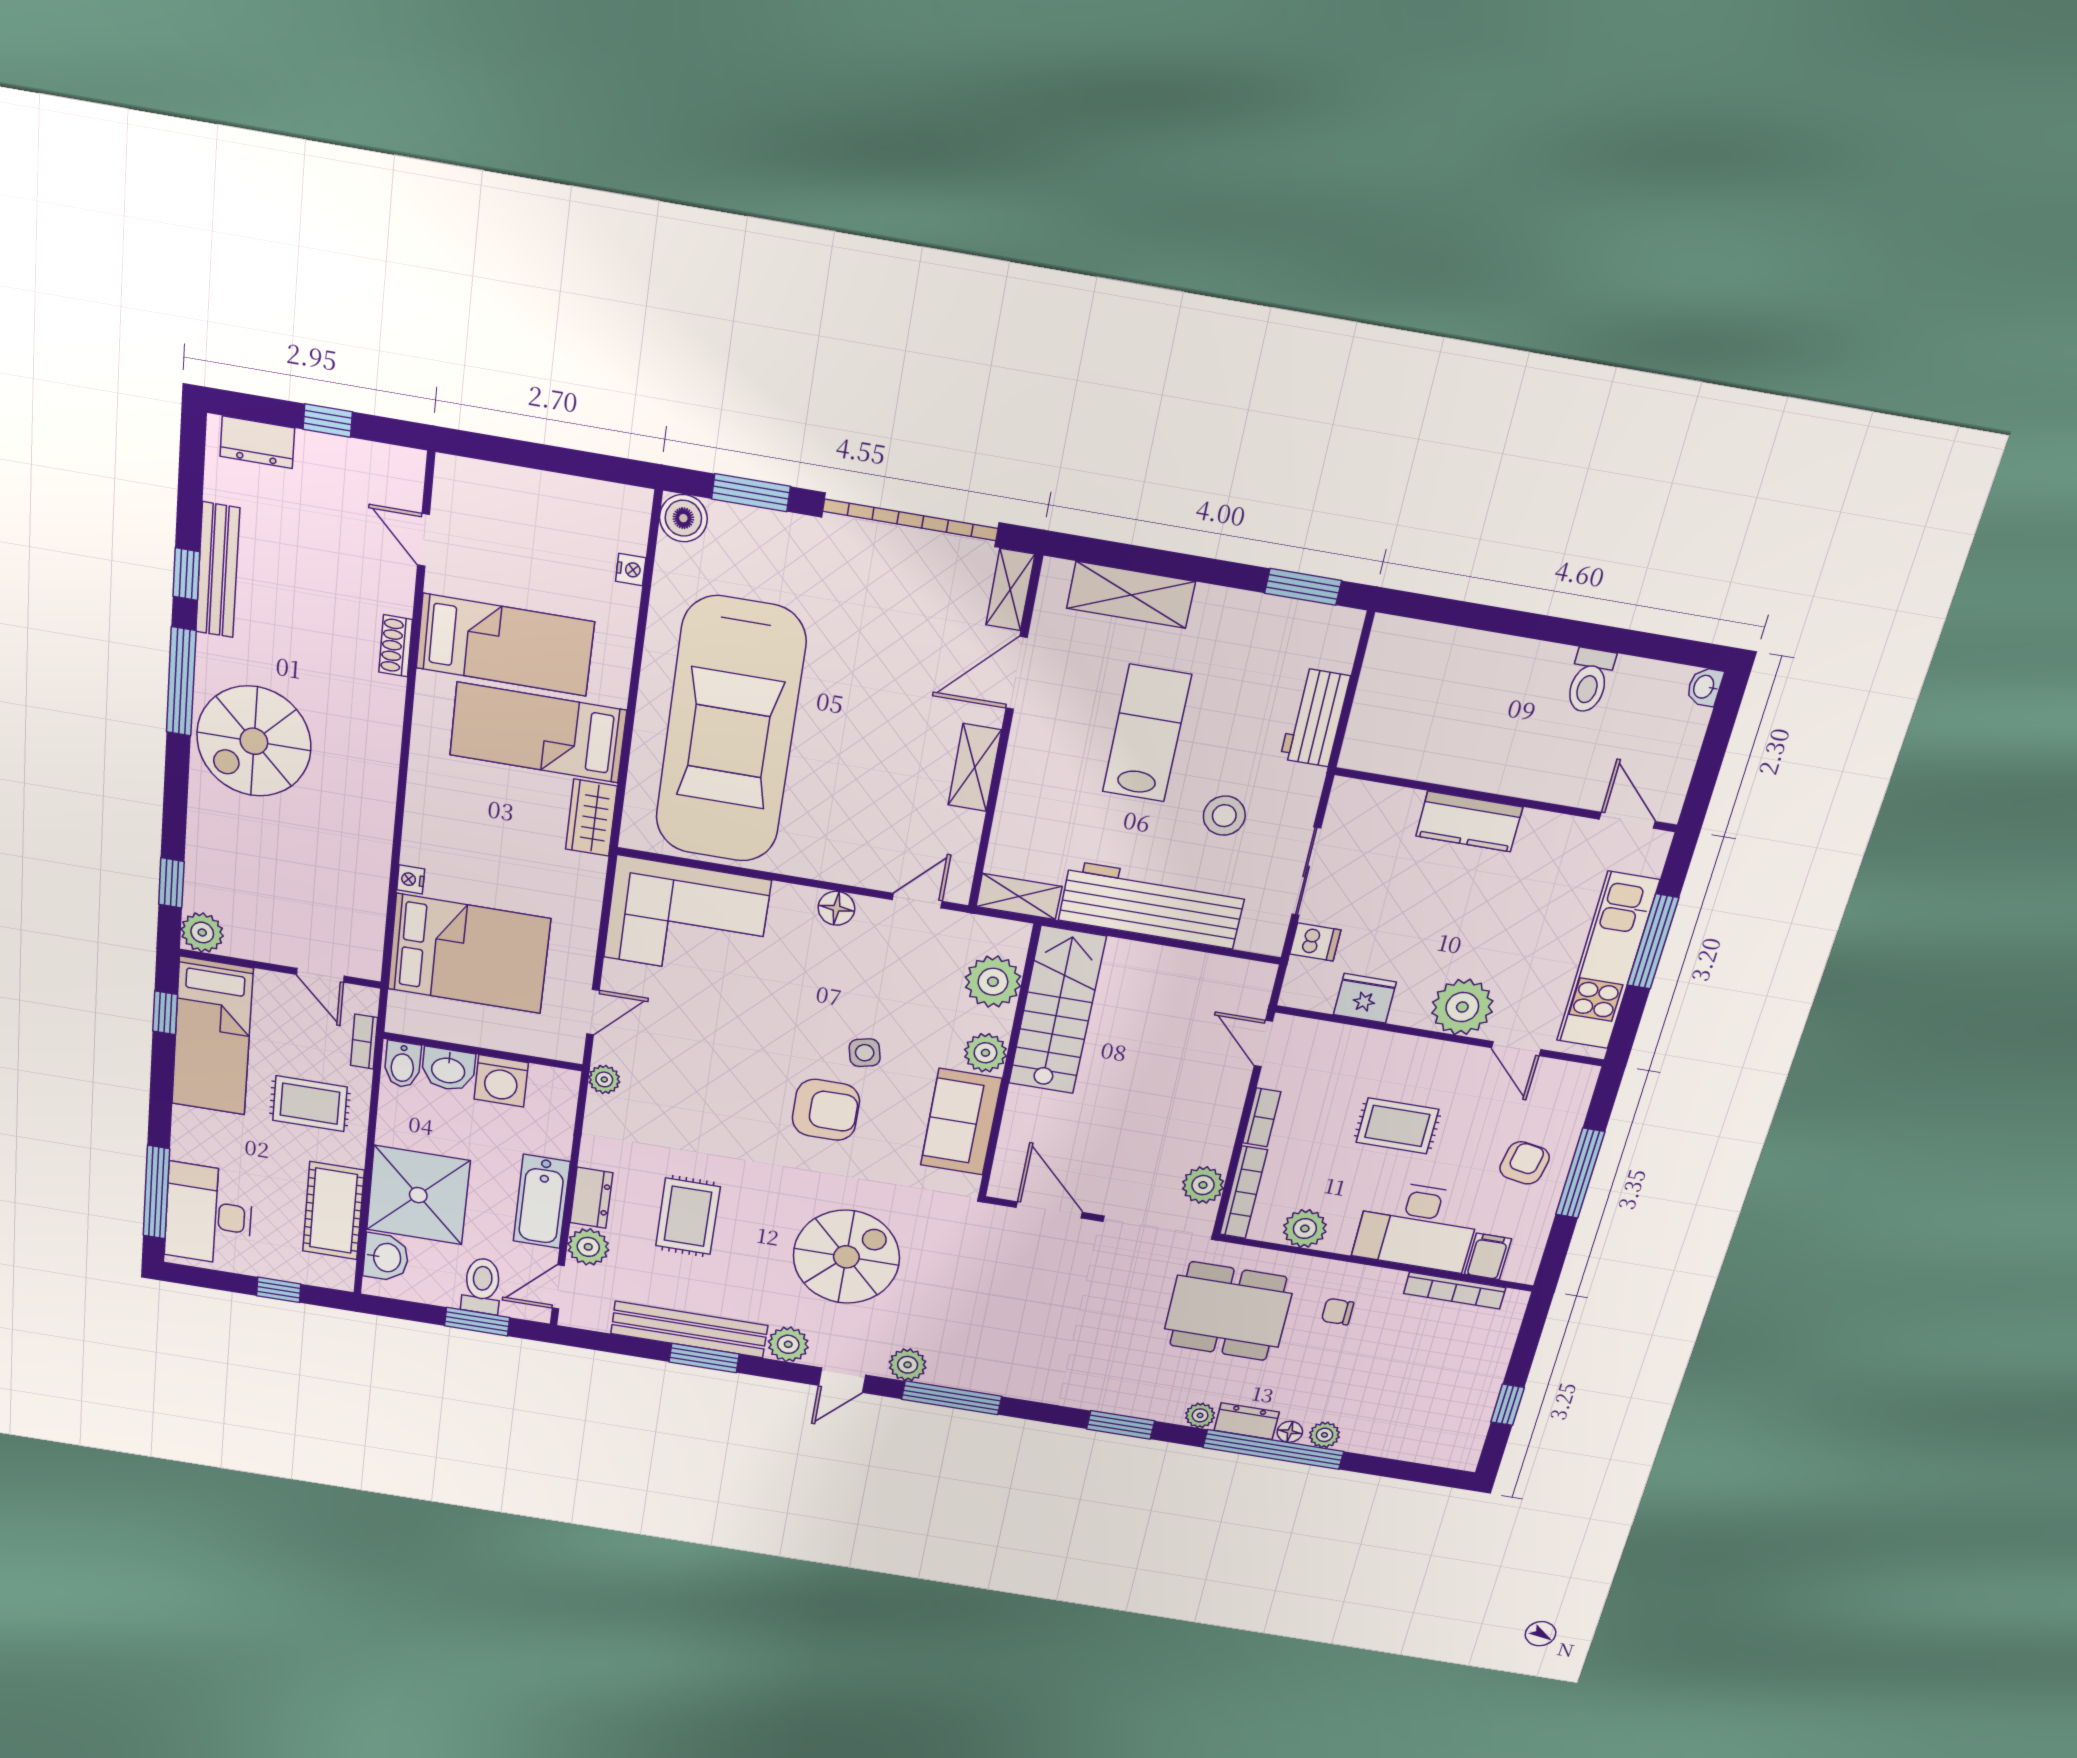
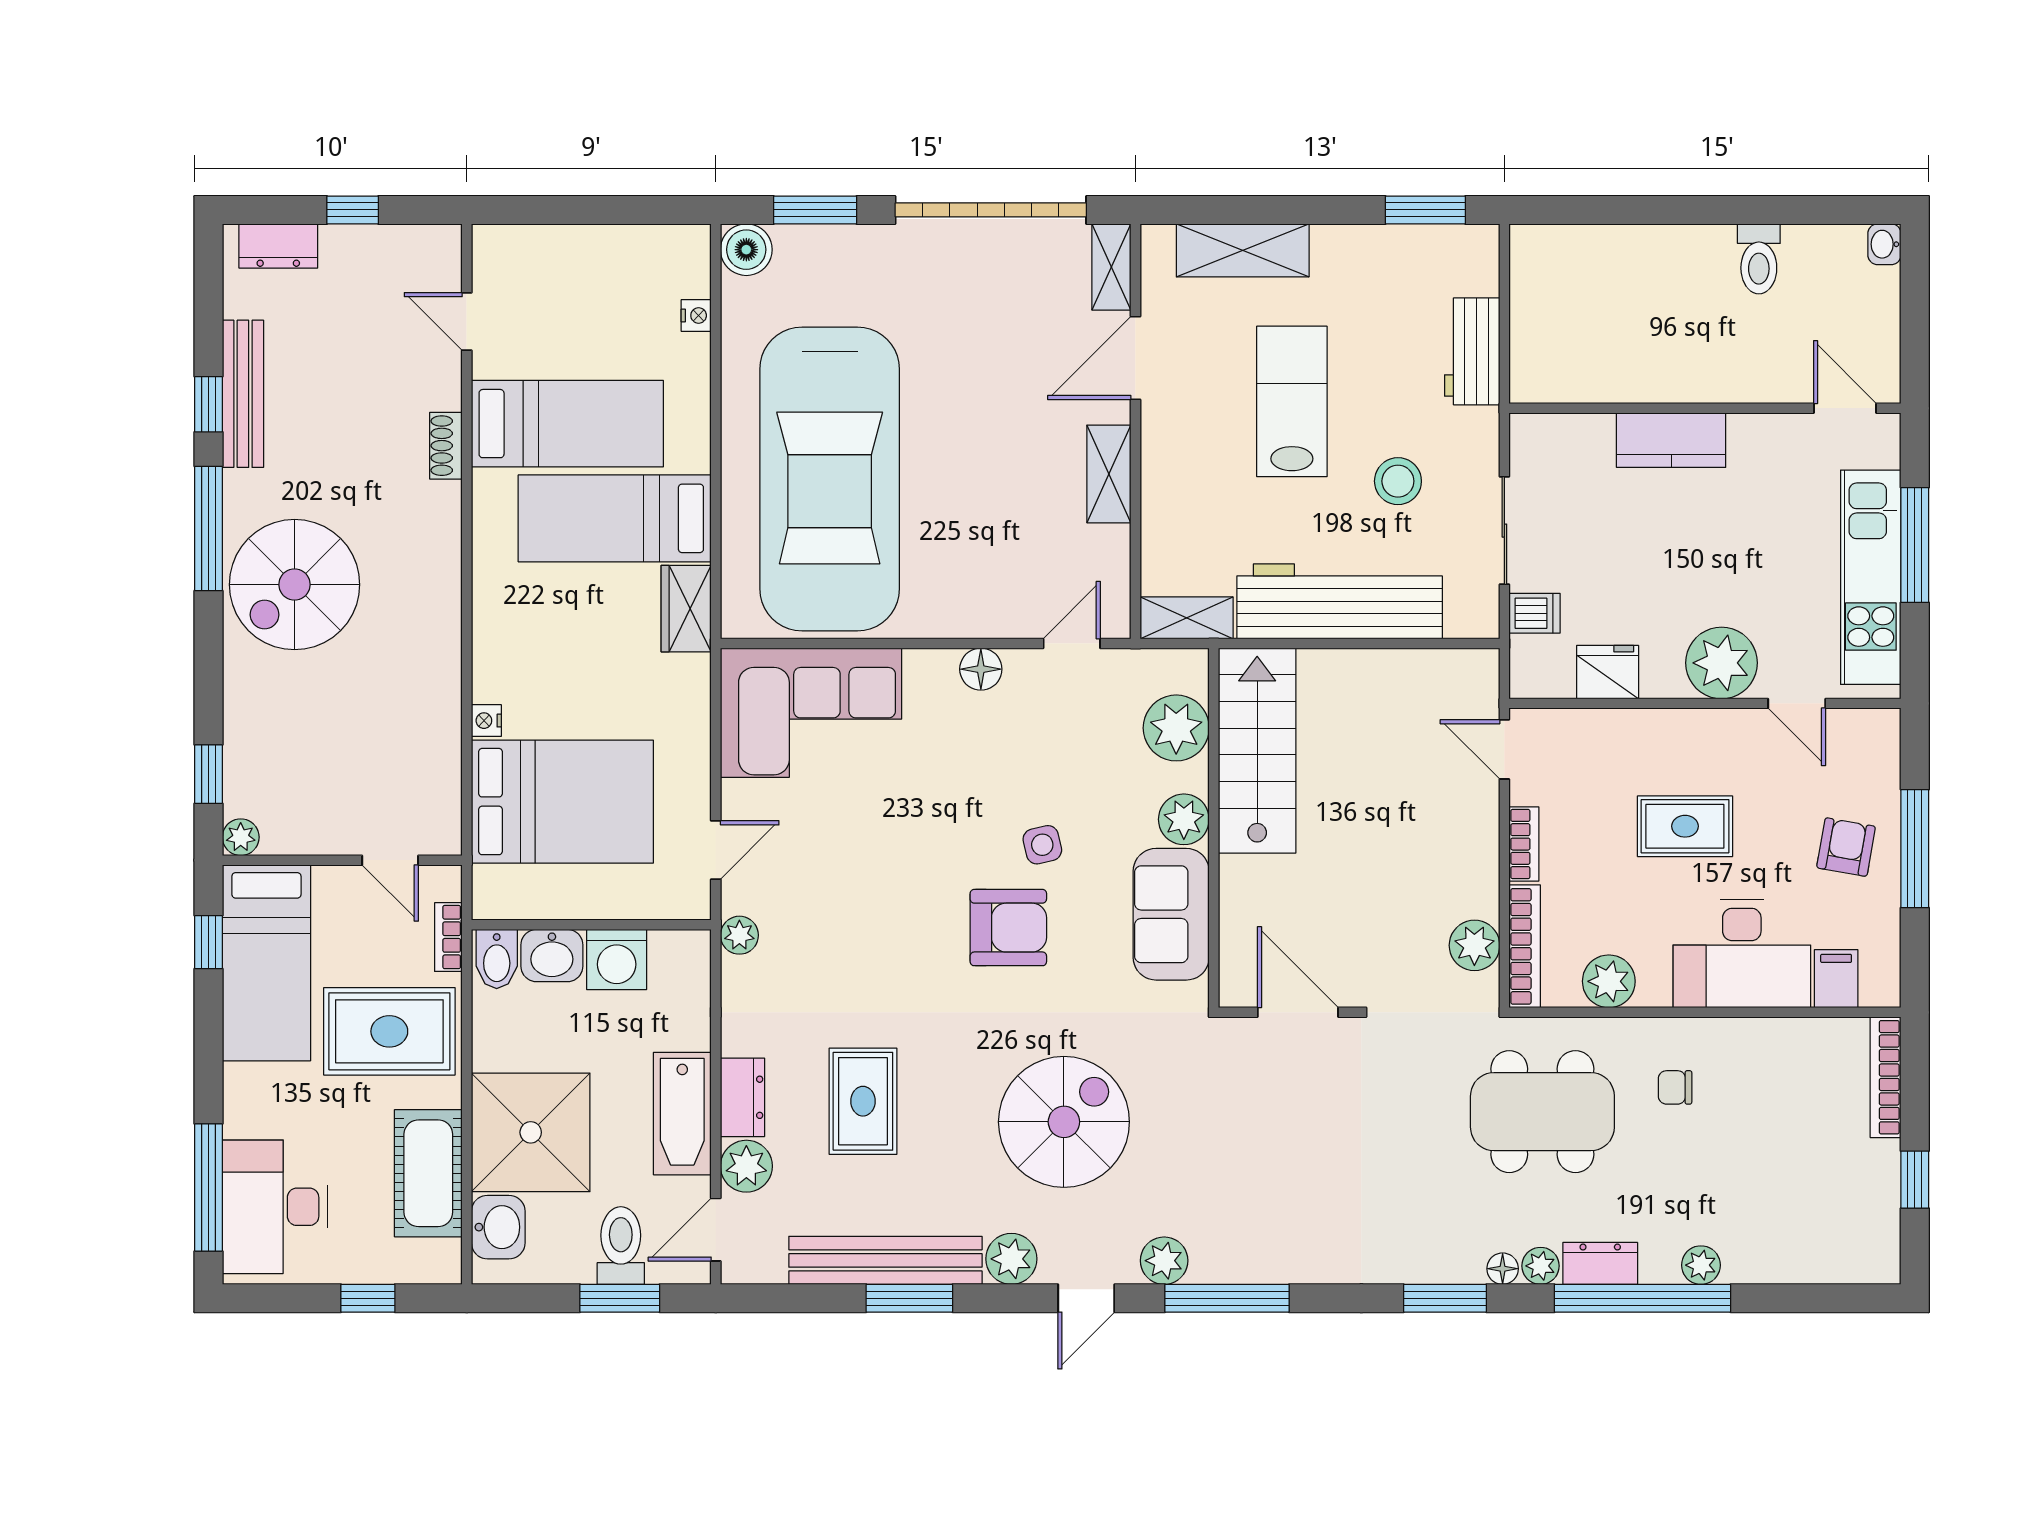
plant: (202, 932) -> (241, 837), width x0.73, depth x0.73
rug: (310, 1104) -> (389, 1031), width x1.36, depth x1.43
bookcase: (1455, 1291) -> (1886, 1077), moved, turned 90
floor lamp: (1290, 1432) -> (1503, 1269), moved

